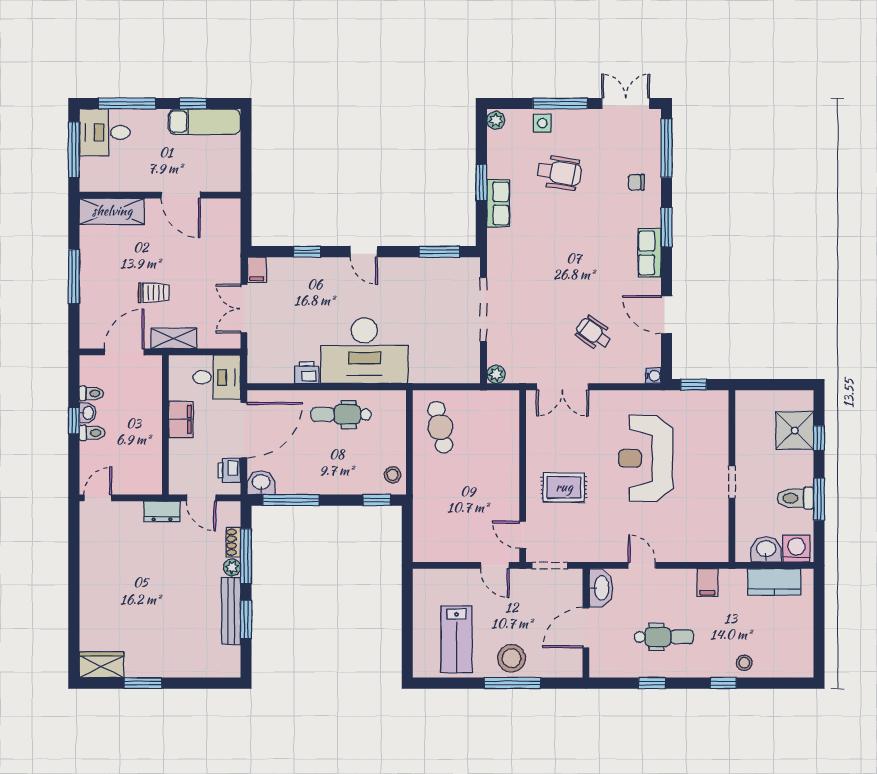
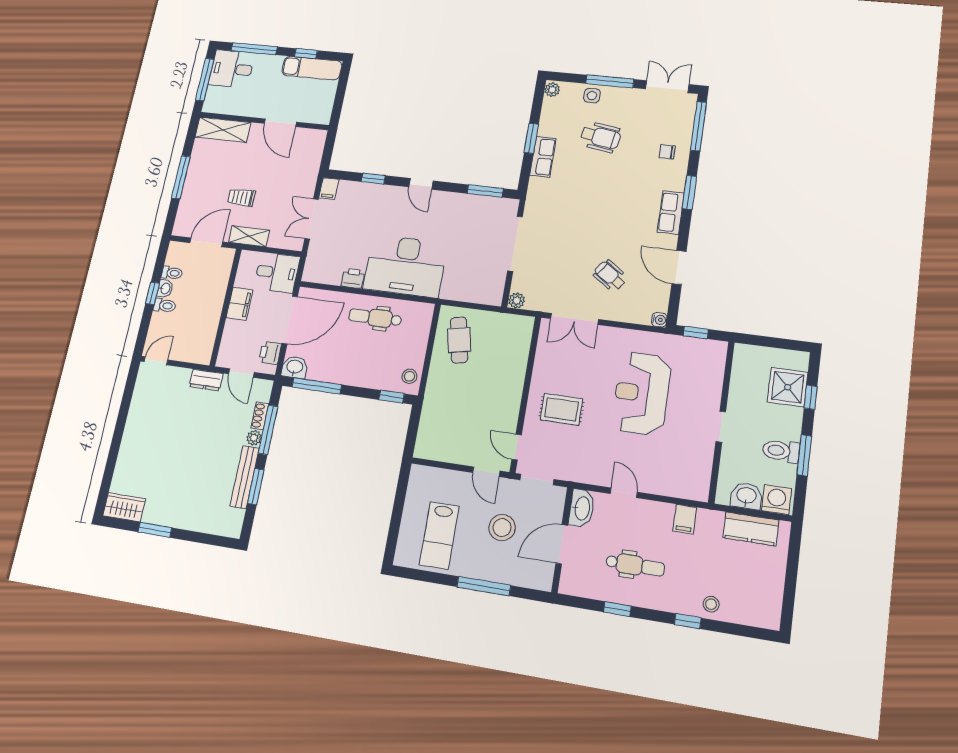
trolley: (154, 293) -> (241, 197), turned 180
stool: (511, 658) -> (502, 528), moved

